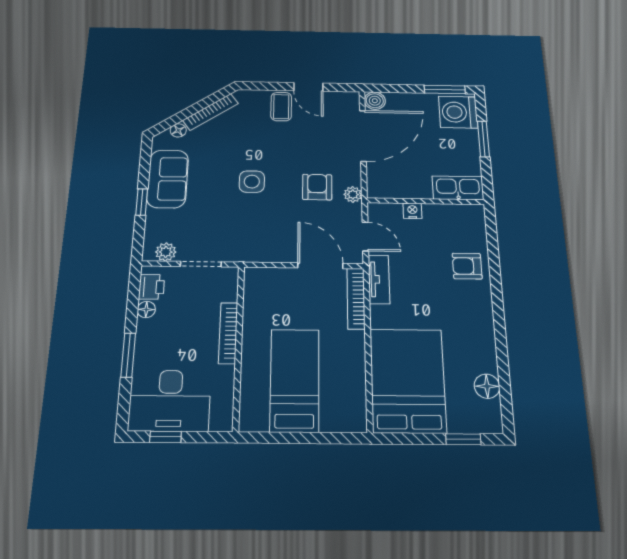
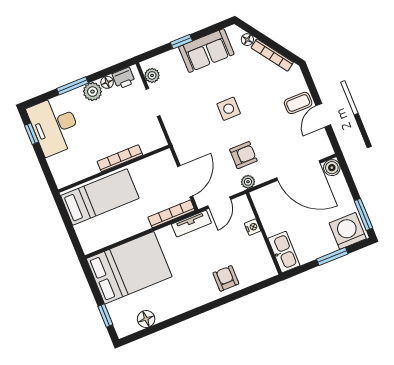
plant: (149, 333) -> (93, 92), added
bookcase: (228, 333) -> (120, 158), moved
wall: (239, 346) -> (114, 169), moved

